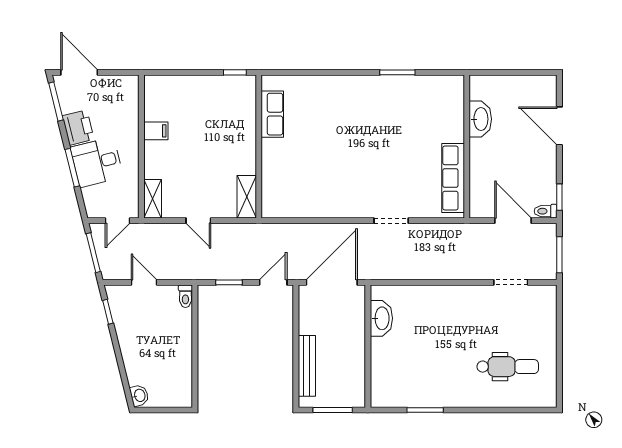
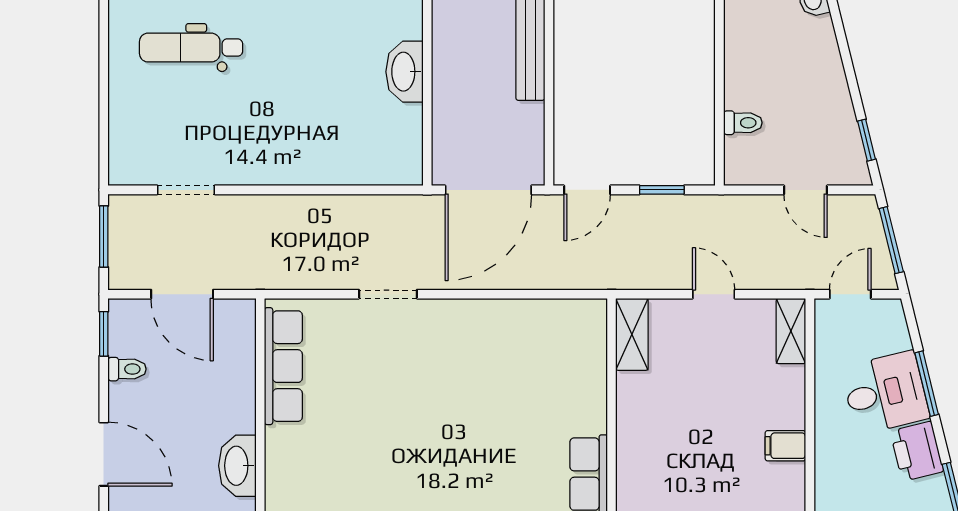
toilet: (546, 211) -> (127, 369), moved
toilet: (185, 296) -> (743, 123), moved, turned 90
washbasin: (381, 318) -> (404, 72), moved

